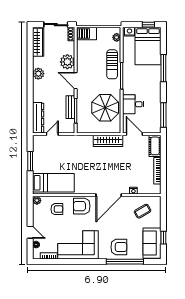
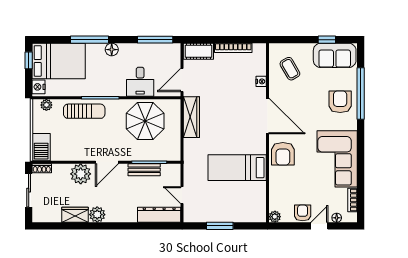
wardrobe: (38, 42) -> (75, 215), moved, width x0.67
floor lamp: (156, 84) -> (112, 50), added
bed: (53, 183) -> (237, 168), moved, turned -90
armchair: (57, 209) -> (303, 213), moved

